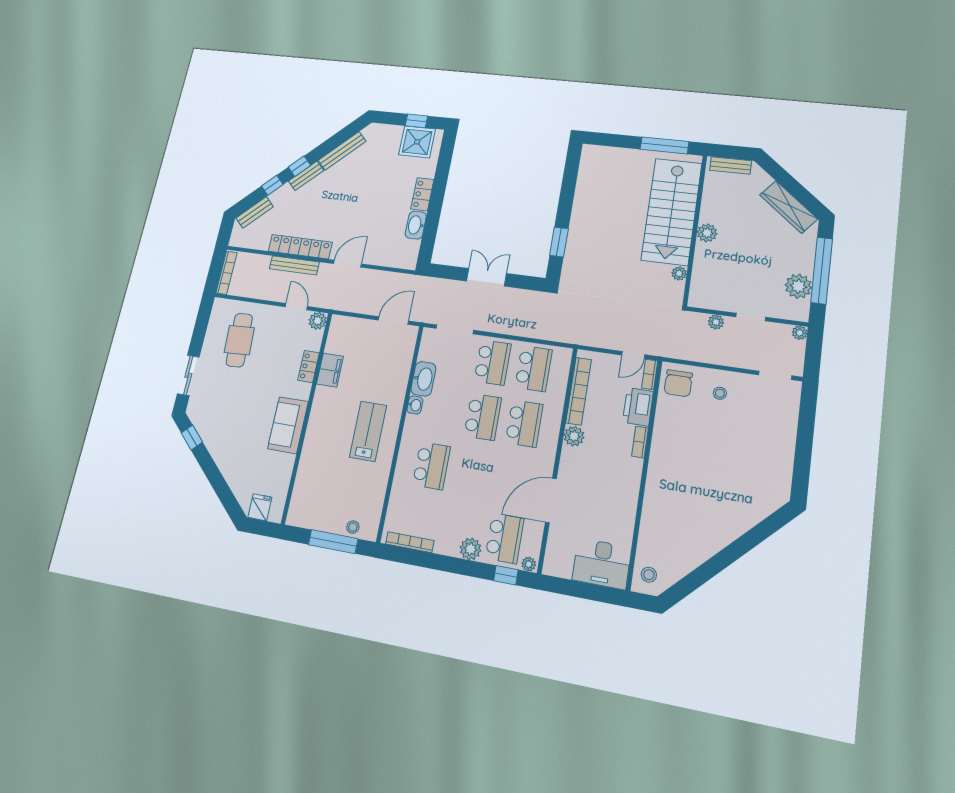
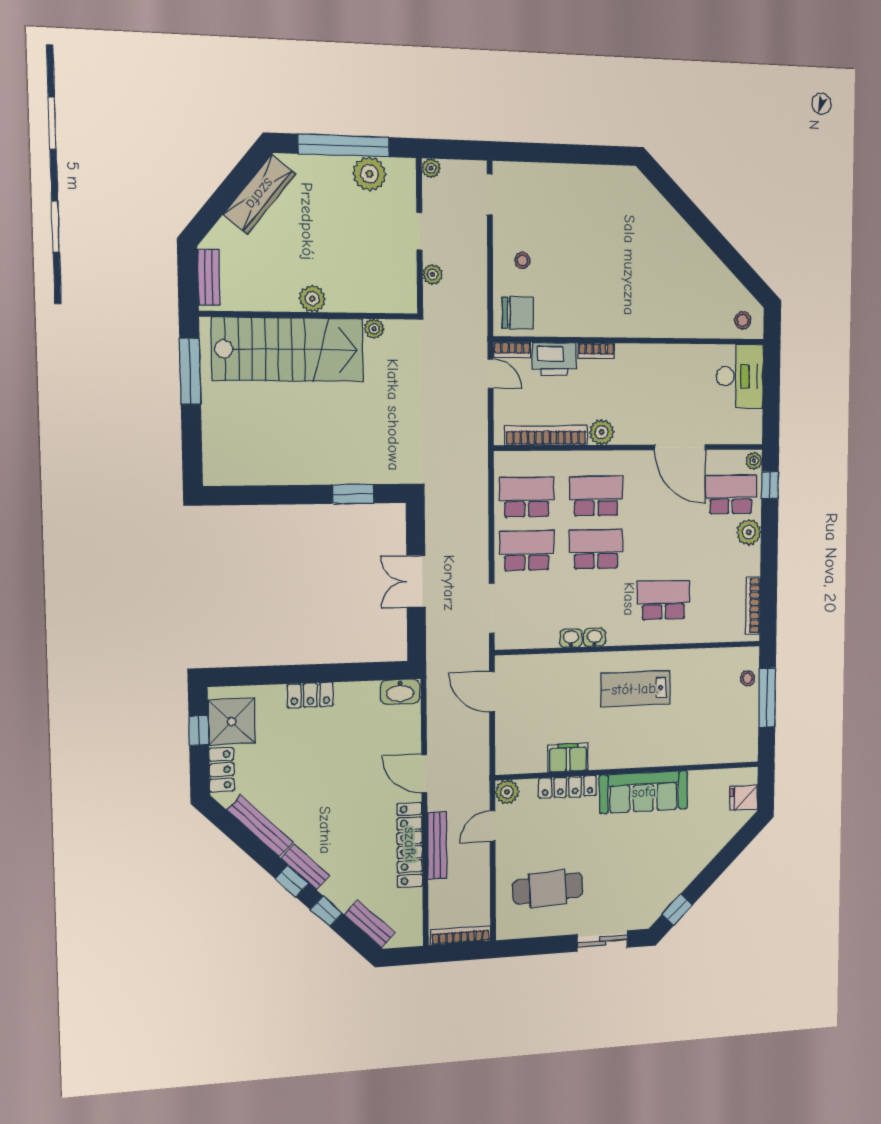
locker: (386, 132) -> (222, 770), added
washbasin: (416, 225) -> (400, 692), moved
locker: (309, 366) -> (568, 787), width x1.53
washbasin: (423, 379) -> (571, 638), width x0.52, depth x0.69
sofa: (288, 425) -> (644, 792), width x1.36

